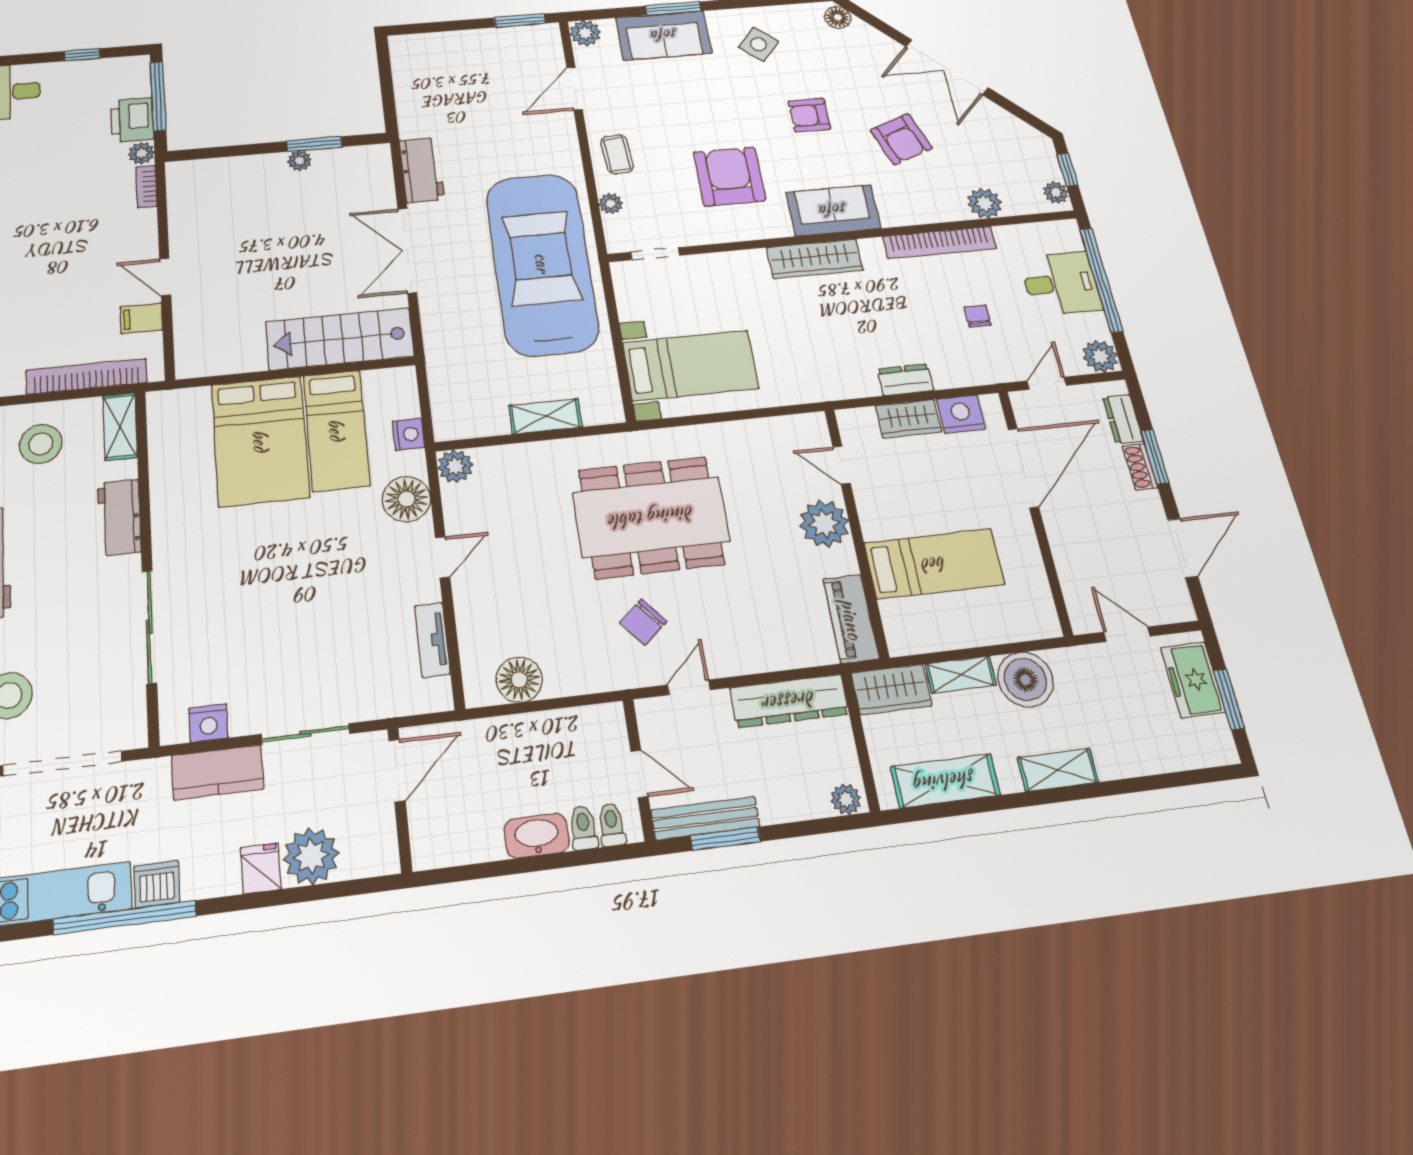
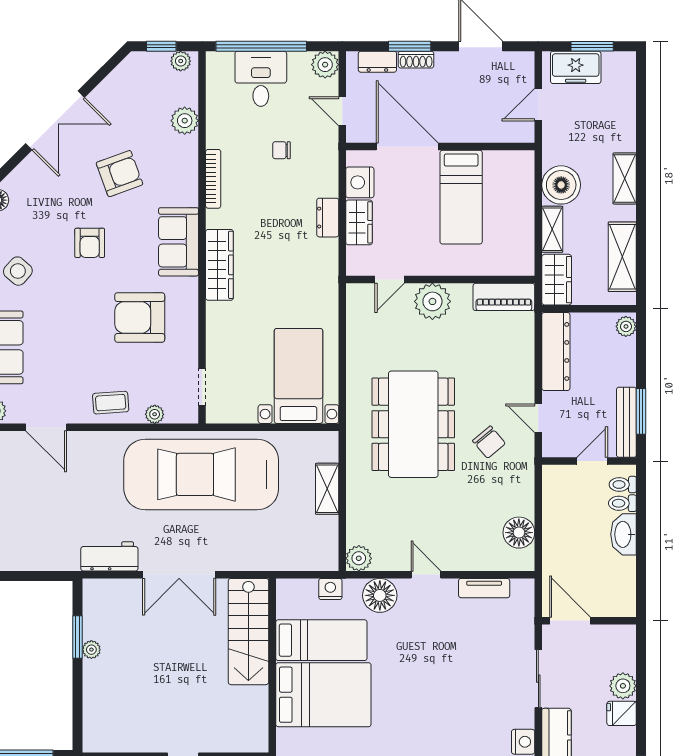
bookcase: (939, 243) -> (213, 179), width x0.68, depth x0.76
bed: (934, 564) -> (461, 197), moved, turned 180
plant: (311, 856) -> (623, 686), width x0.73, depth x0.73

